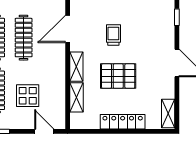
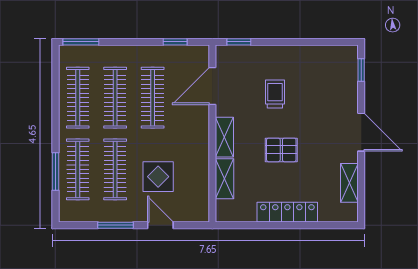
pallet: (118, 76) -> (281, 150), width x0.67, depth x0.71
shelving: (168, 113) -> (349, 183), moved
door: (44, 131) -> (160, 225), moved

